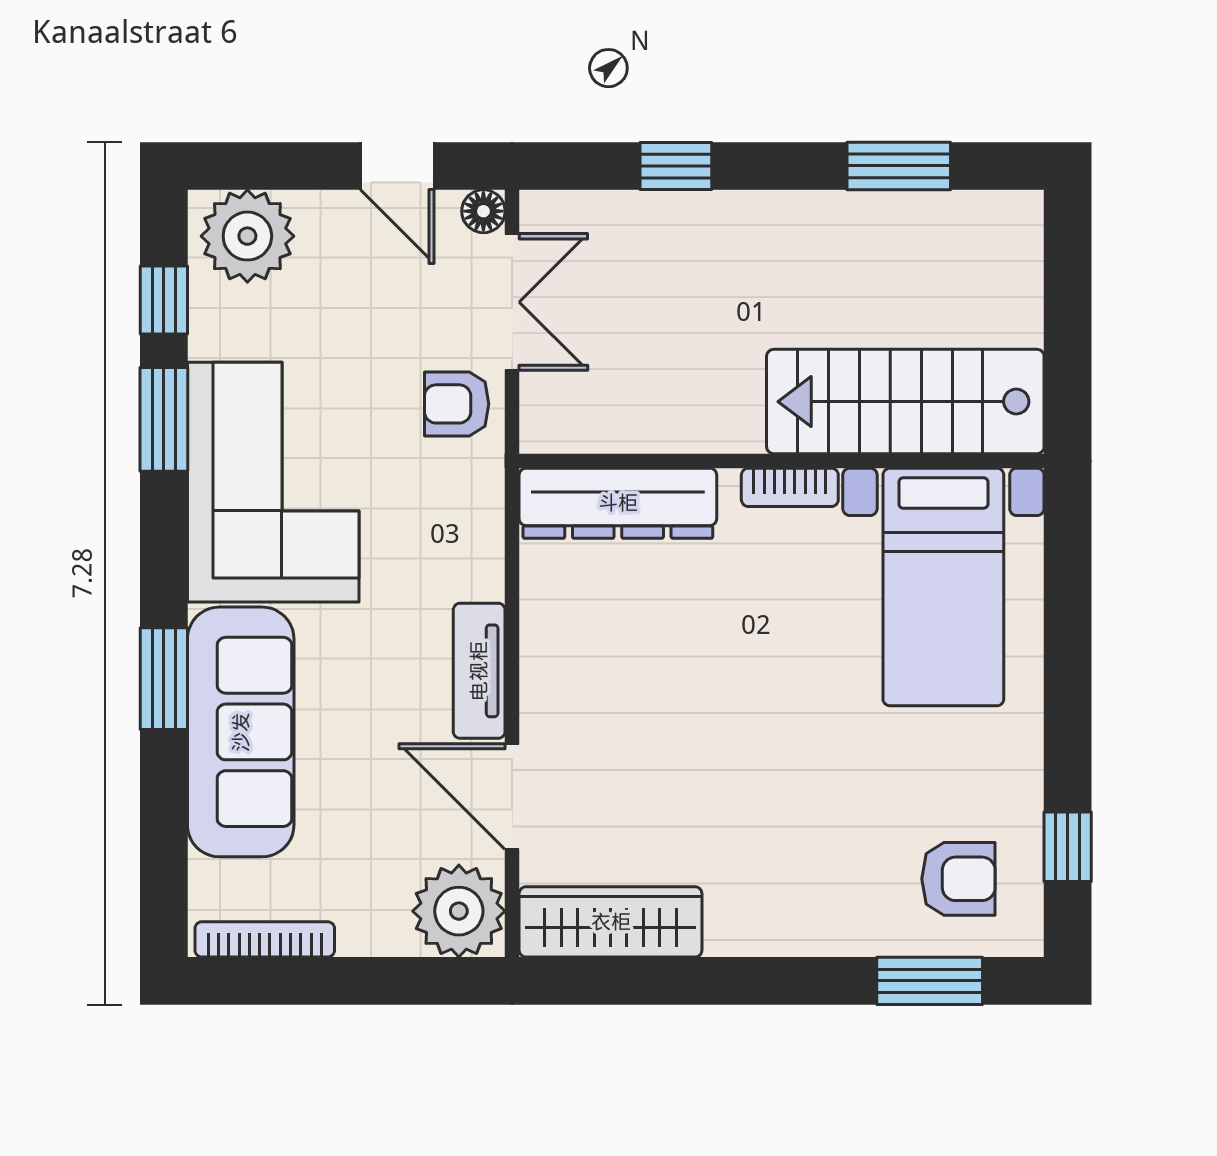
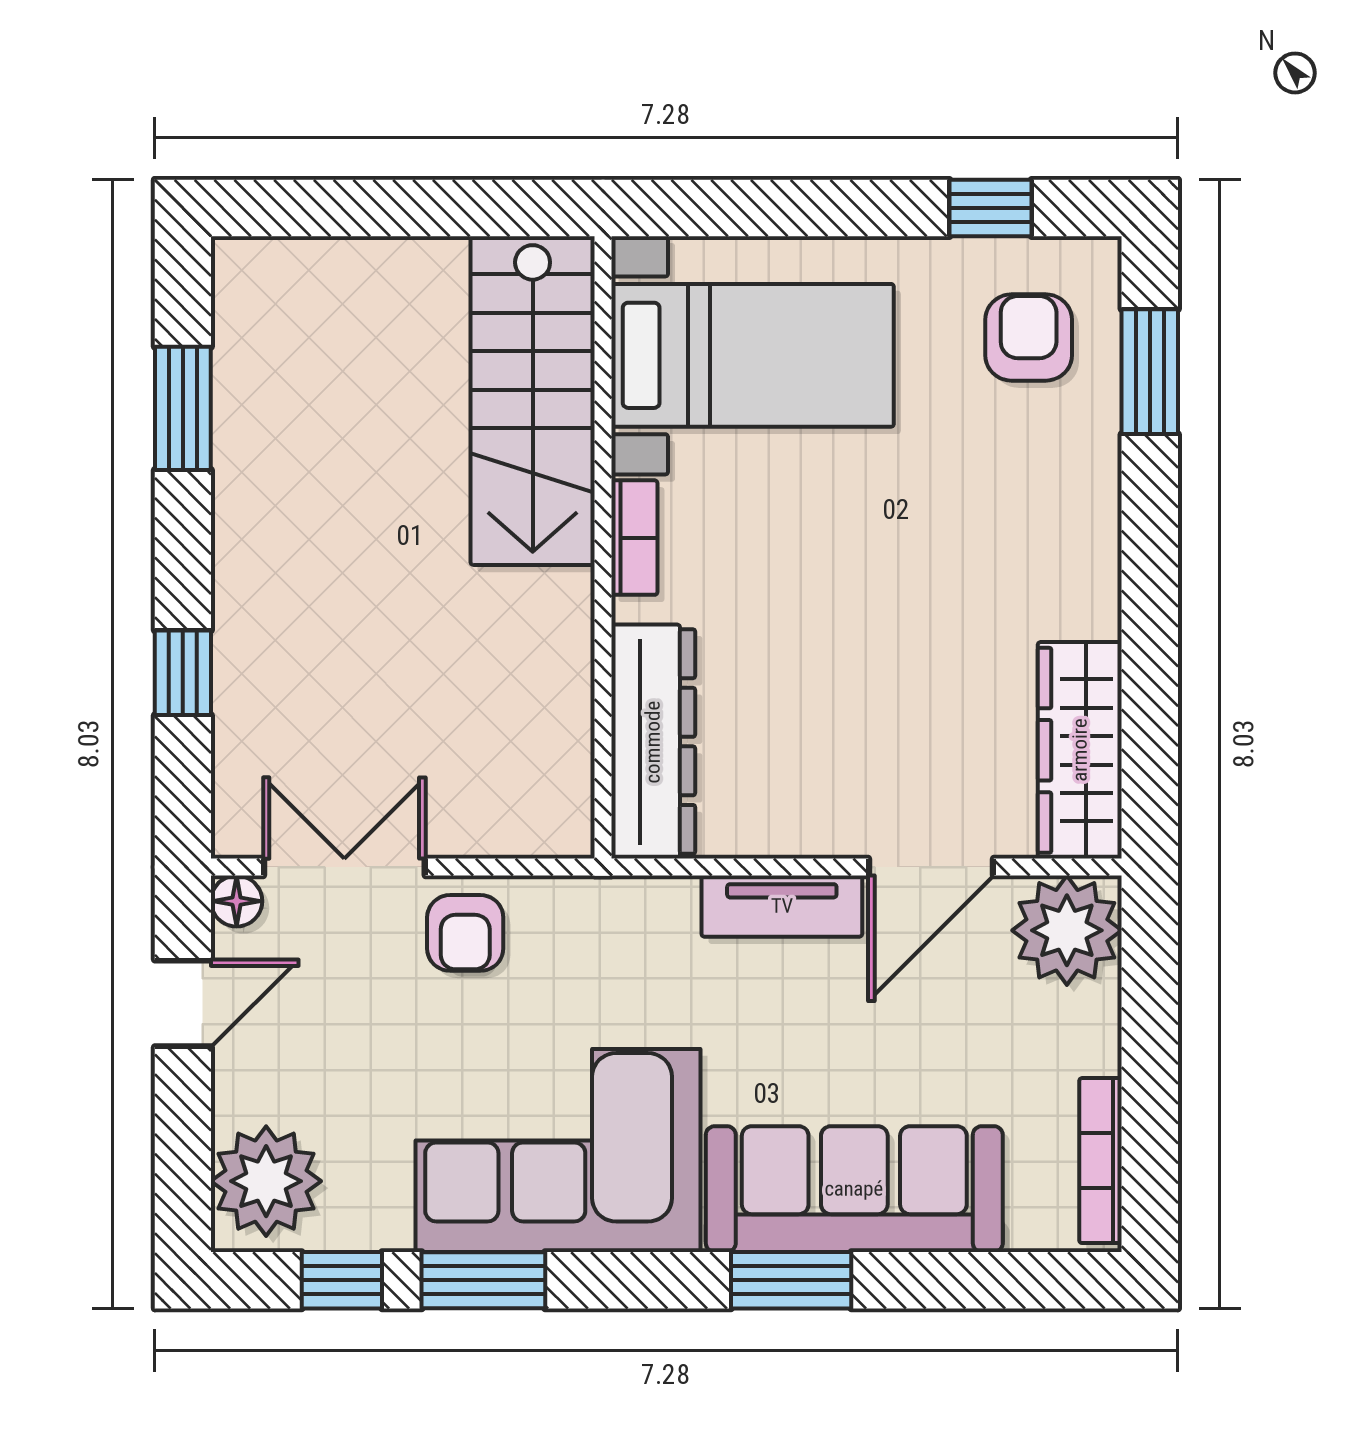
stairs: (905, 402) -> (533, 401), moved
wall: (782, 461) -> (603, 547), moved
bookcase: (790, 487) -> (634, 538), moved
dresser: (618, 503) -> (653, 742), moved
bed with nightstands: (943, 587) -> (753, 355), moved

